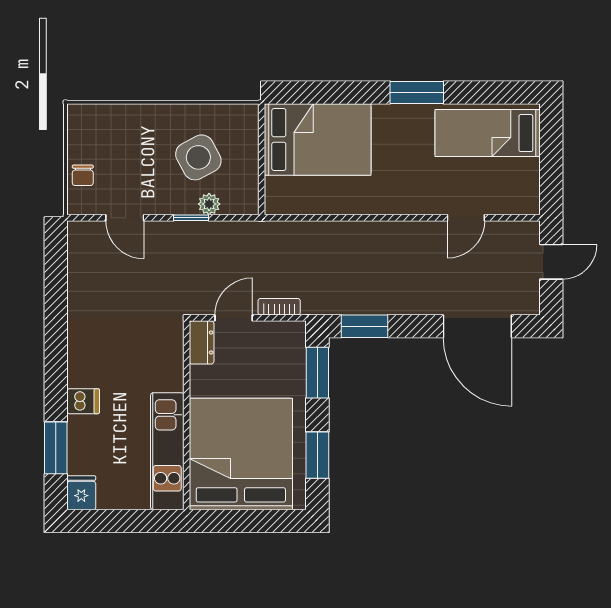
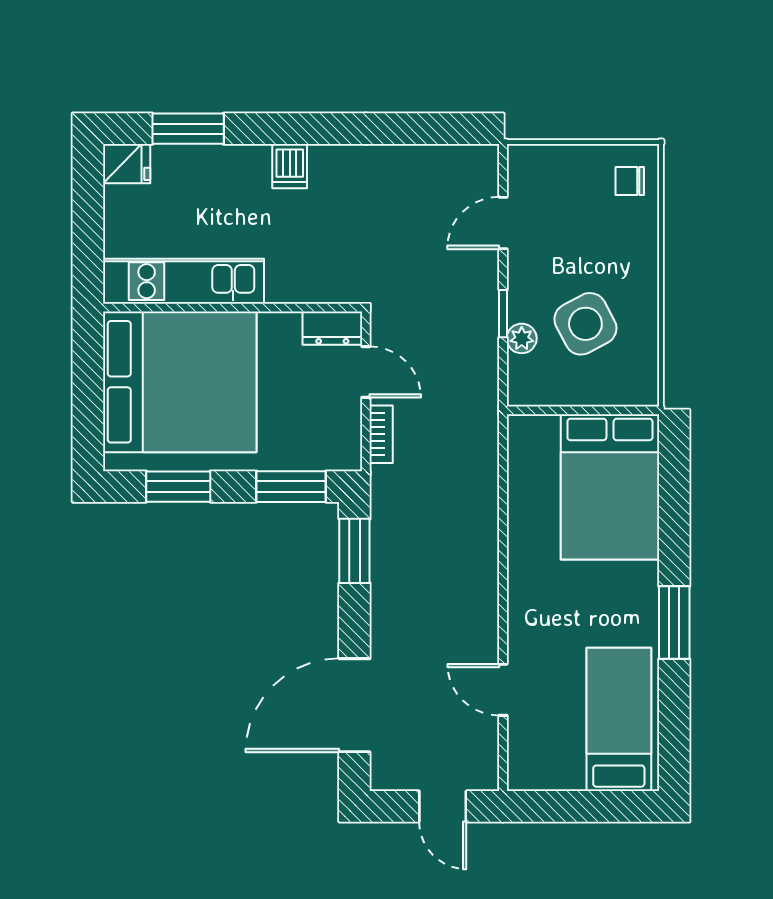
chair: (83, 175) -> (630, 181), moved
dishwasher: (83, 401) -> (290, 166), moved

